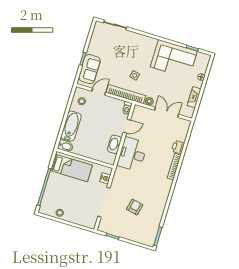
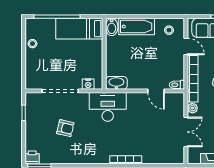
washbasin: (114, 144) -> (116, 83), moved
printer: (178, 147) -> (32, 157), moved
desk: (132, 154) -> (108, 107), moved
bed: (71, 168) -> (79, 29), moved, turned 90

